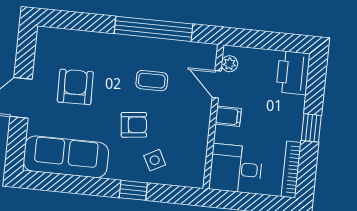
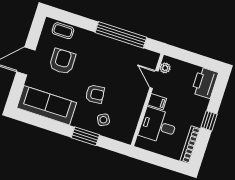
coffee table: (152, 81) -> (63, 31), moved
desk: (236, 169) -> (158, 126), moved
window: (133, 190) -> (85, 136), width x1.50

